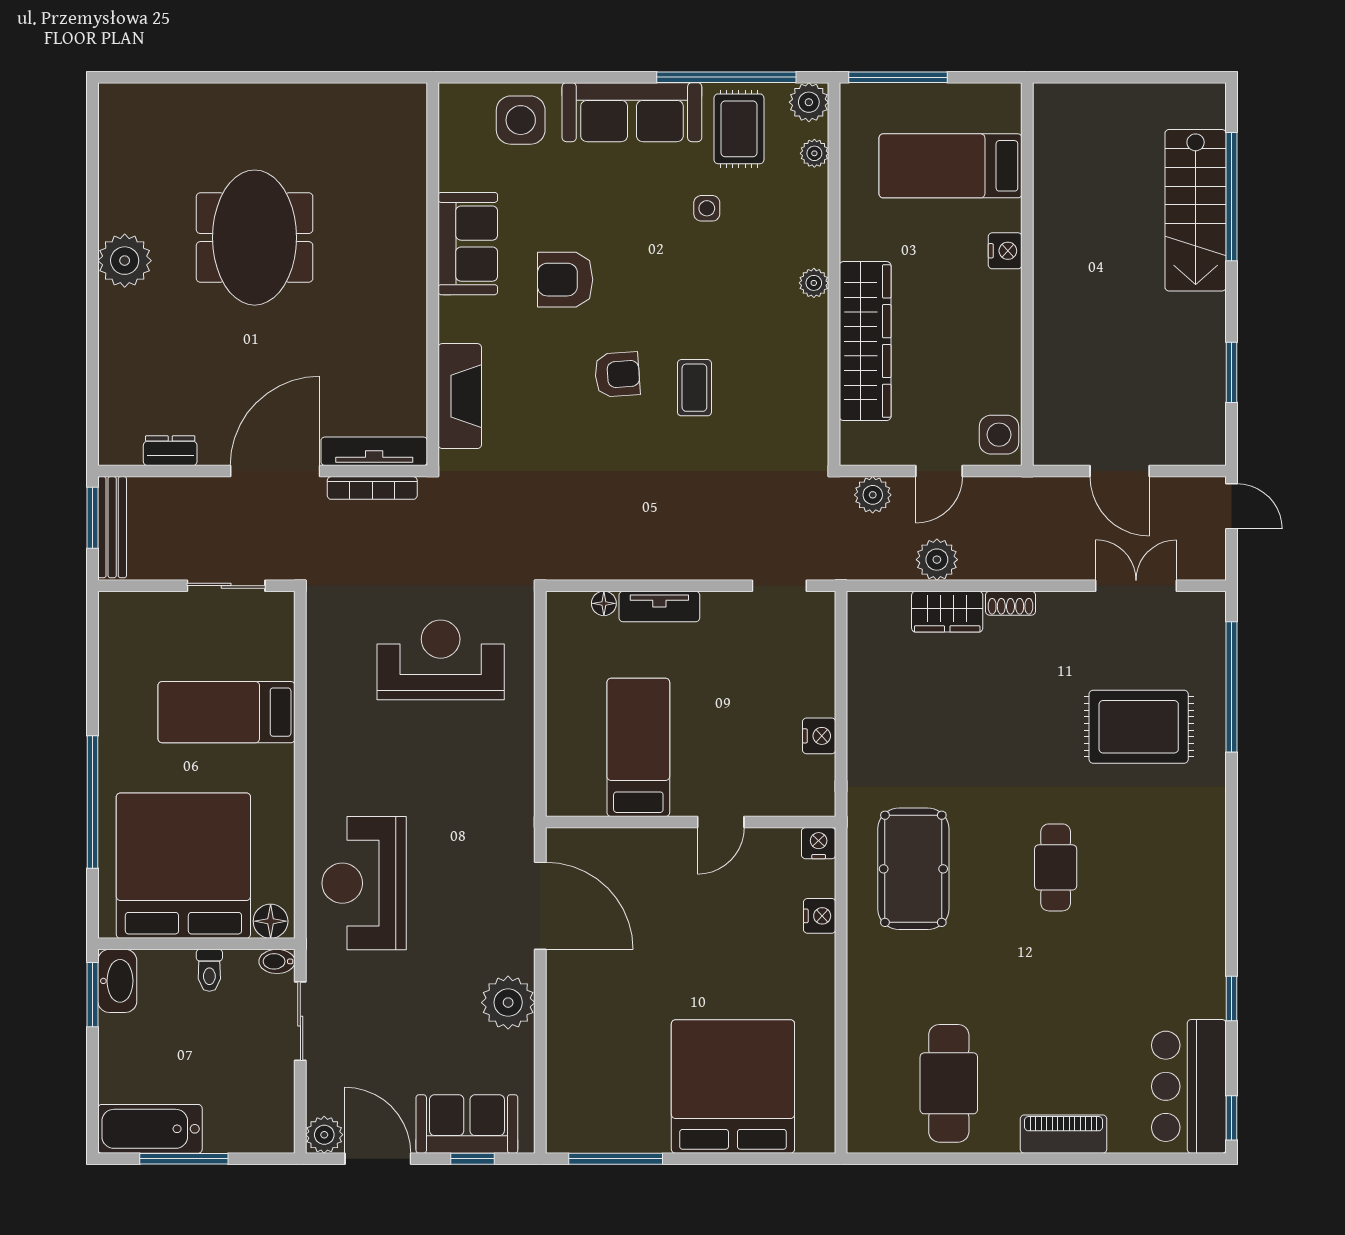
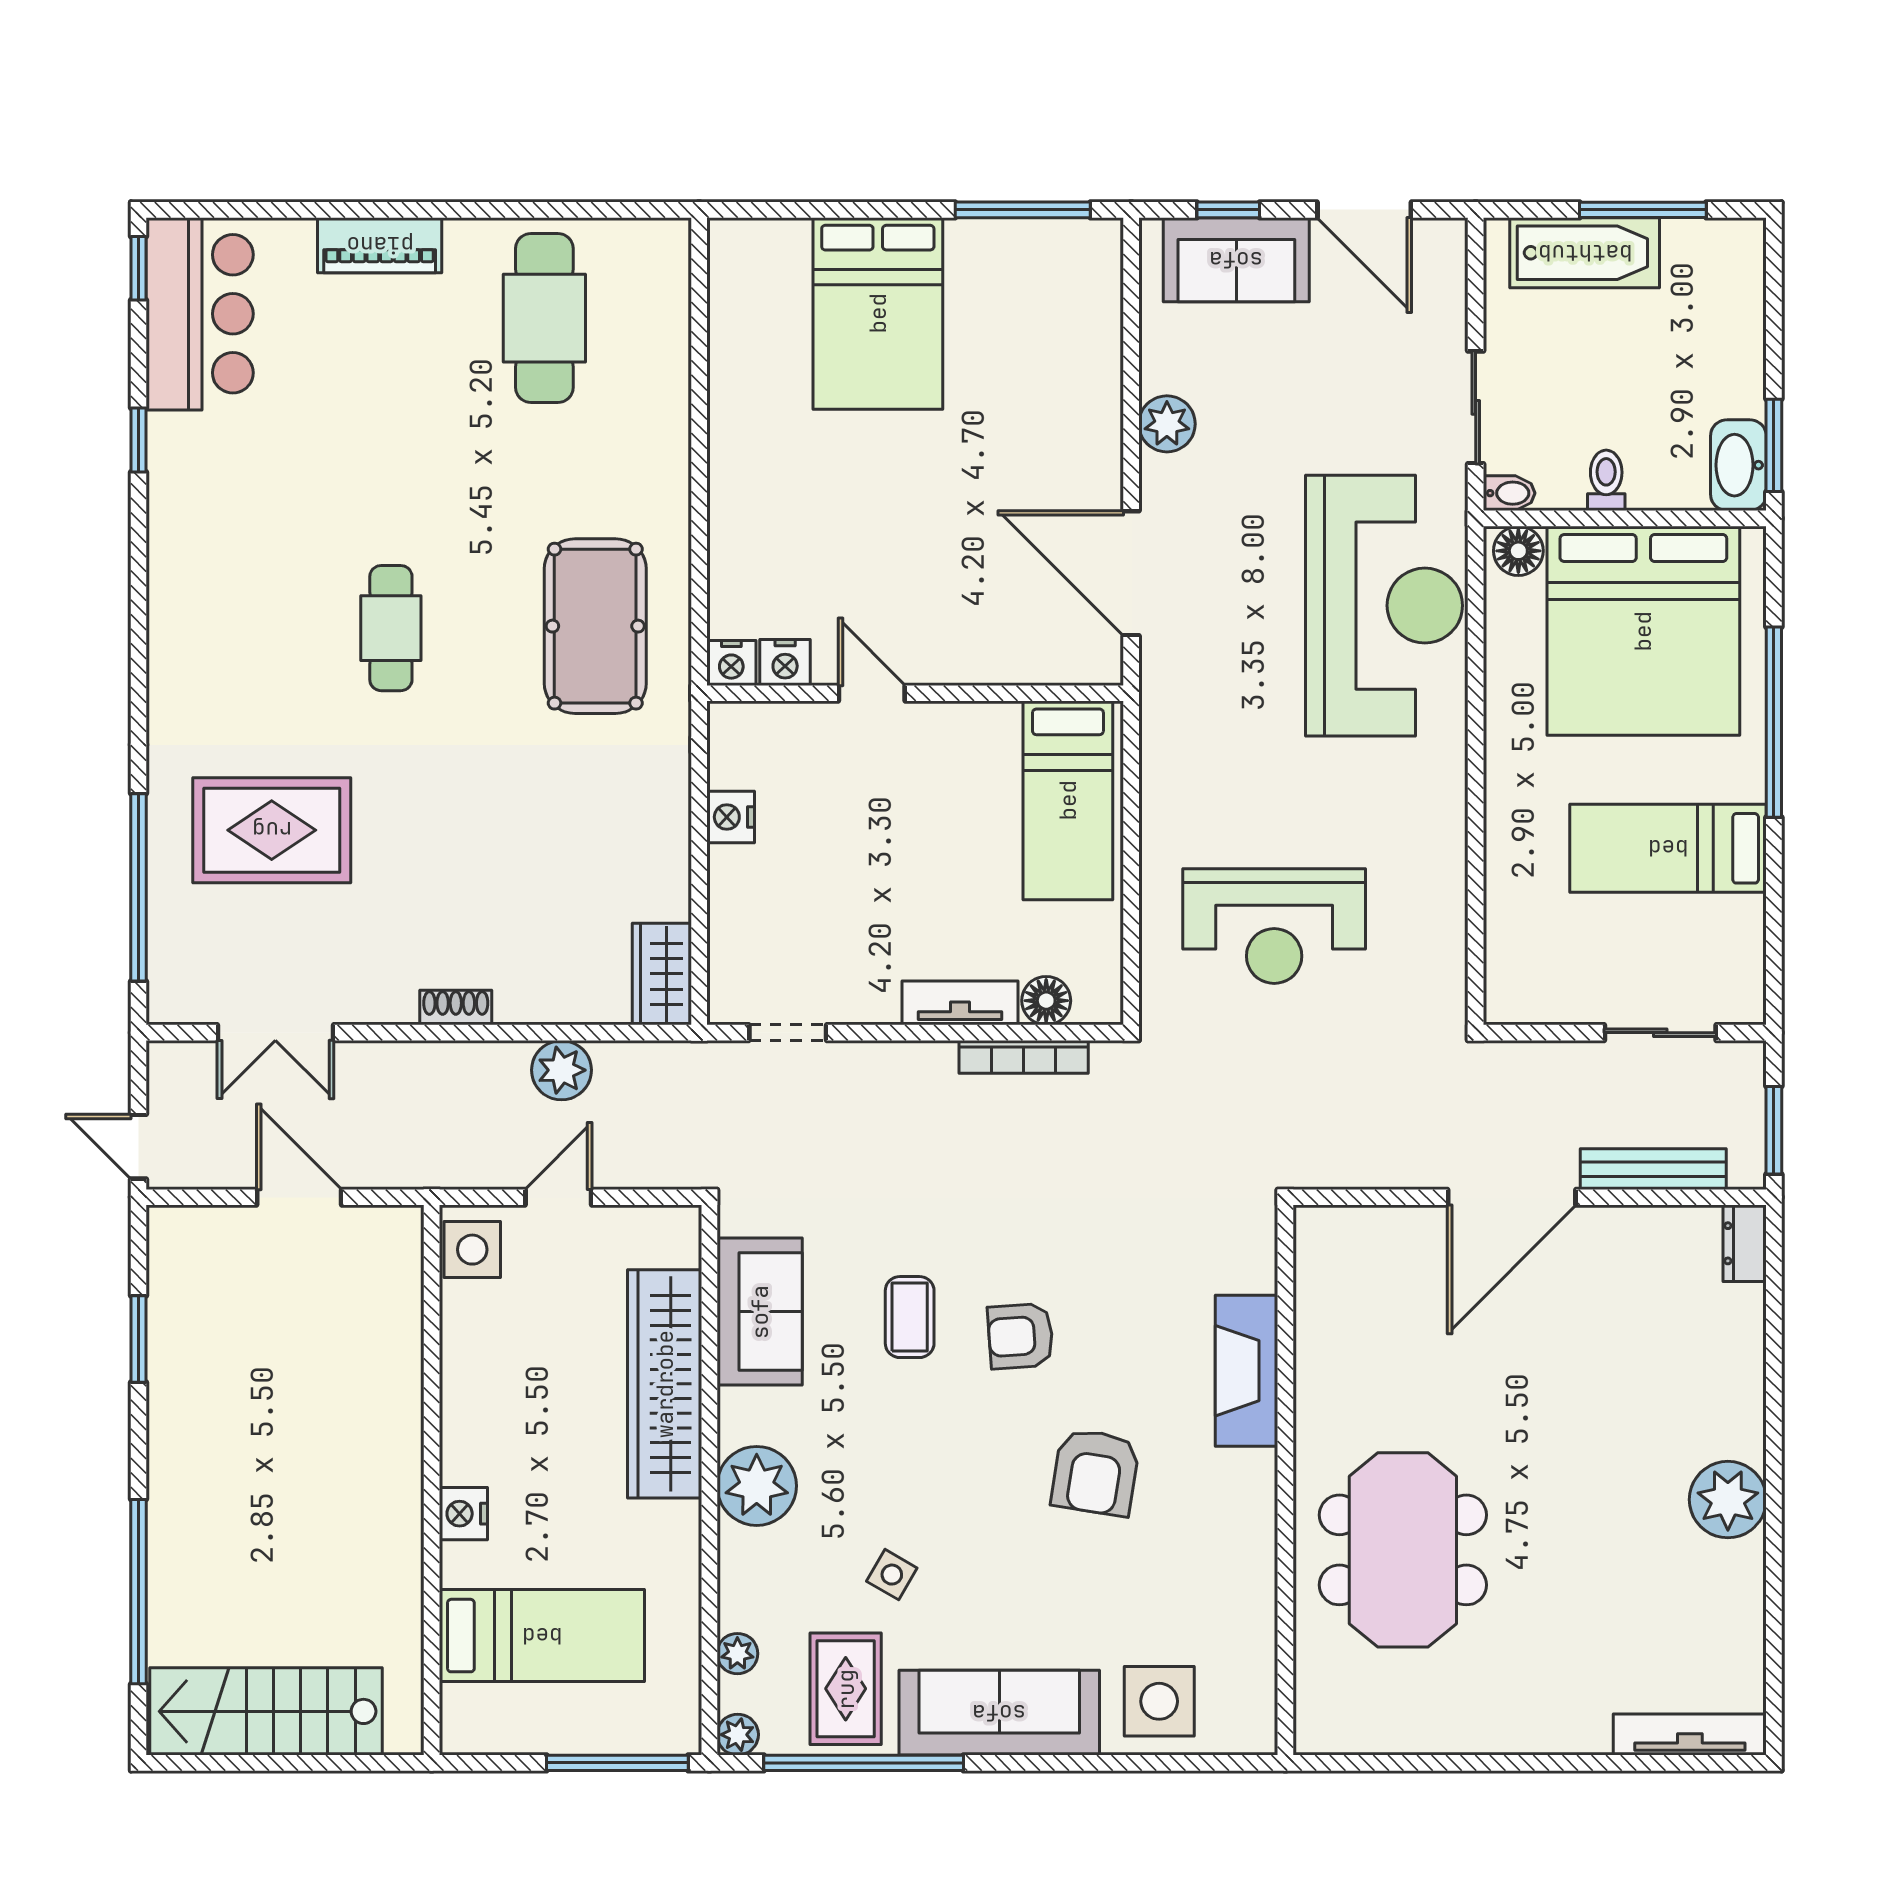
plant: (809, 102) -> (738, 1735), width x0.73, depth x0.73
side table: (707, 208) -> (892, 1575), turned 30
stairs: (1196, 210) -> (266, 1711), moved, turned -90
meeting table: (255, 238) -> (1403, 1550), moved
sofa: (468, 244) -> (760, 1312), moved, turned 180
armchair: (565, 280) -> (1095, 1472), turned 99
plant: (814, 283) -> (757, 1486), width x1.88, depth x1.88
fireplace: (460, 396) -> (1247, 1371), moved
dresser: (170, 451) -> (1745, 1243), moved, turned 90
tv unit: (374, 451) -> (1690, 1735), moved, turned 180
bookcase: (372, 488) -> (1024, 1057), moved, turned 180
plant: (873, 495) -> (654, 1163), removed
bench: (112, 527) -> (1653, 1169), moved, turned 90
sliding door: (226, 586) -> (1660, 1033), moved
floor lamp: (604, 603) -> (1046, 1001), width x1.37, depth x1.37
wardrobe: (947, 612) -> (662, 974), moved, turned -90
bed: (227, 712) -> (1668, 848), moved, turned 180
bed: (638, 747) -> (1068, 800), moved
door: (721, 822) -> (872, 693), hinge flipped
reception desk: (364, 883) -> (1384, 606), width x1.36, depth x1.30
nightstand: (820, 916) -> (785, 662), moved, turned -90
plant: (508, 1003) -> (1167, 424), width x0.73, depth x0.73
bed: (733, 1087) -> (878, 313), width x0.73
bathtub: (150, 1129) -> (1585, 253), moved
plant: (324, 1135) -> (1441, 244), removed

